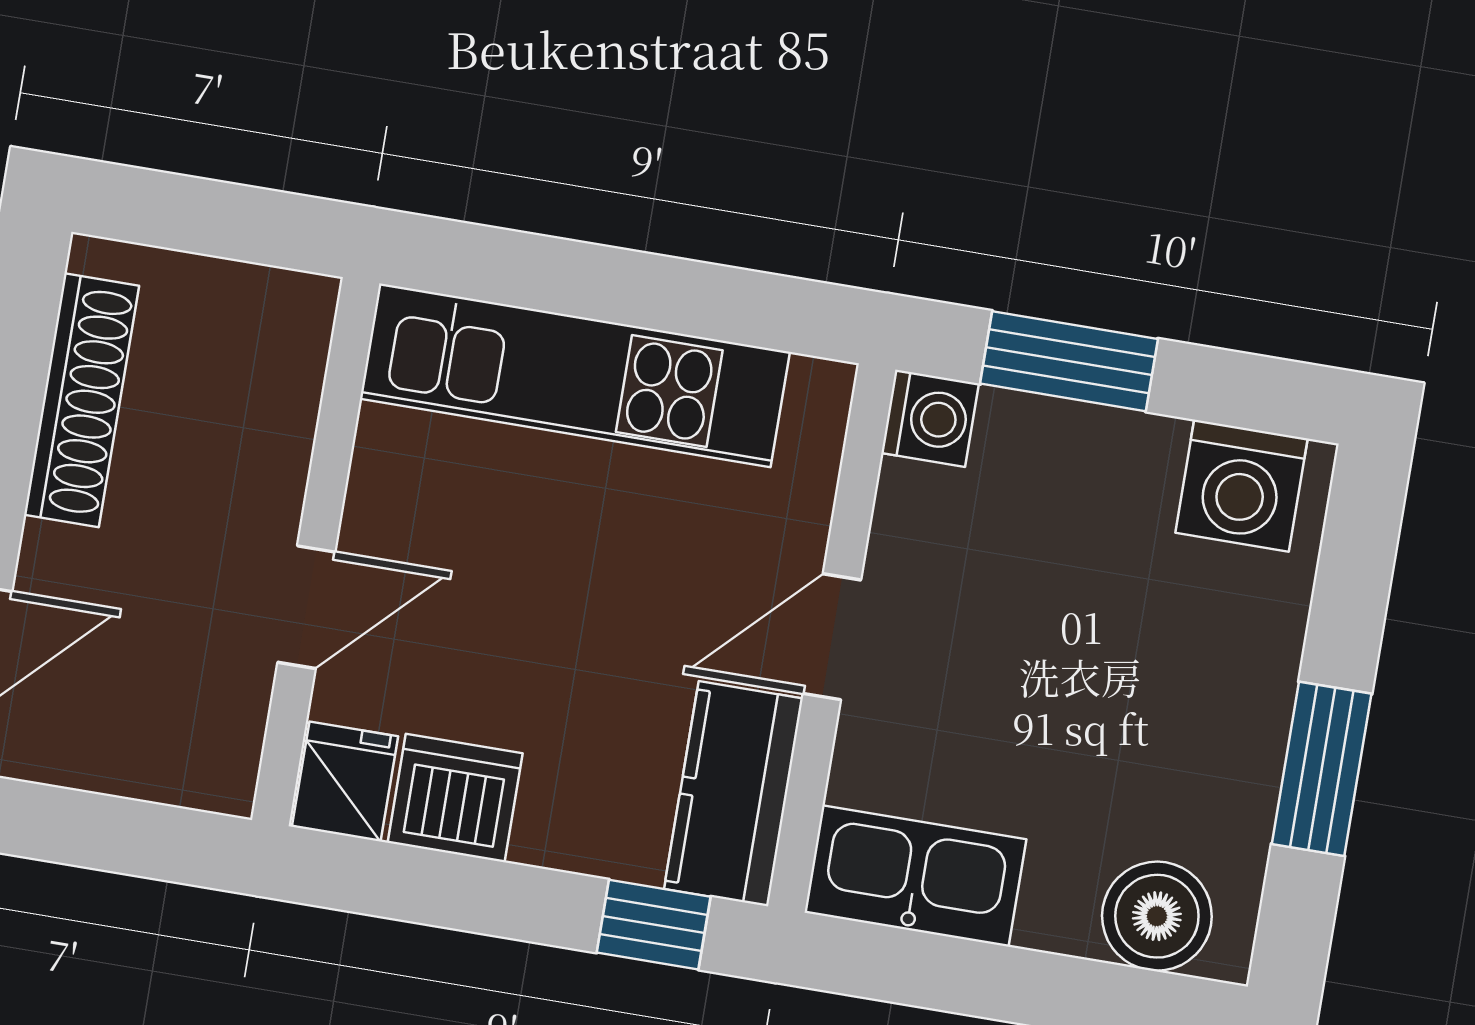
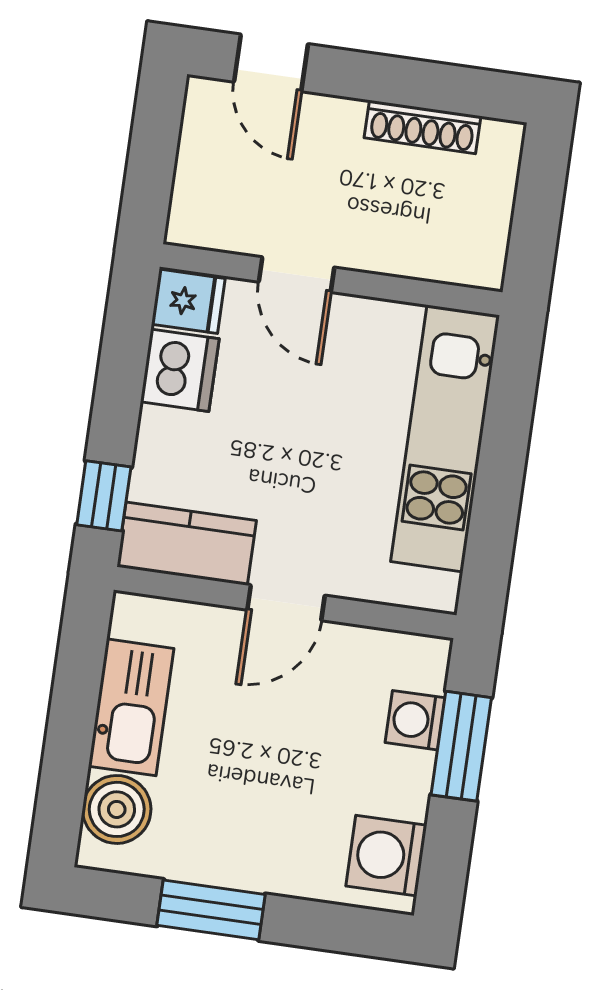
shoe rack: (82, 400) -> (423, 127), width x0.74, depth x0.81
washing machine: (930, 418) -> (415, 720), moved, turned 90
door: (832, 637) -> (286, 603), swing flipped
kitchen sink: (915, 876) -> (131, 707), moved

